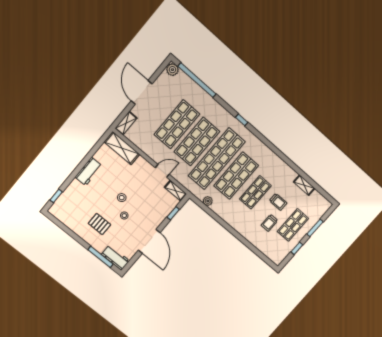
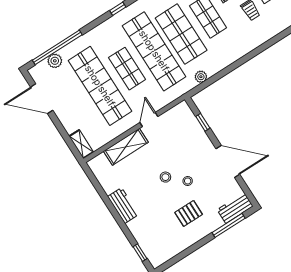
plant: (172, 70) -> (55, 61), moved
door: (142, 92) -> (42, 99), moved
shop shelf: (177, 124) -> (100, 86), width x1.40
shop shelf: (197, 142) -> (127, 69), width x0.70, depth x0.74
shelving: (122, 148) -> (126, 147), moved
shelving: (176, 191) -> (177, 111), removed

